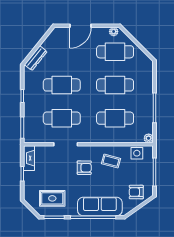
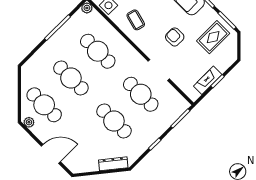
fireplace: (29, 158) -> (208, 80), moved
armchair: (84, 168) -> (175, 37), moved
rug: (52, 198) -> (213, 37), turned 90

